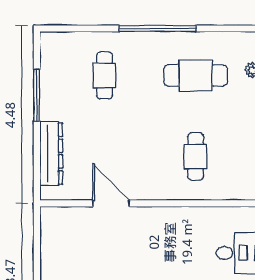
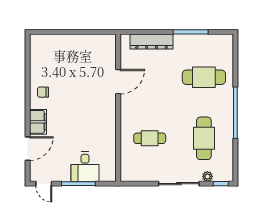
cafe table: (105, 75) -> (204, 77), width x1.37, depth x1.35

